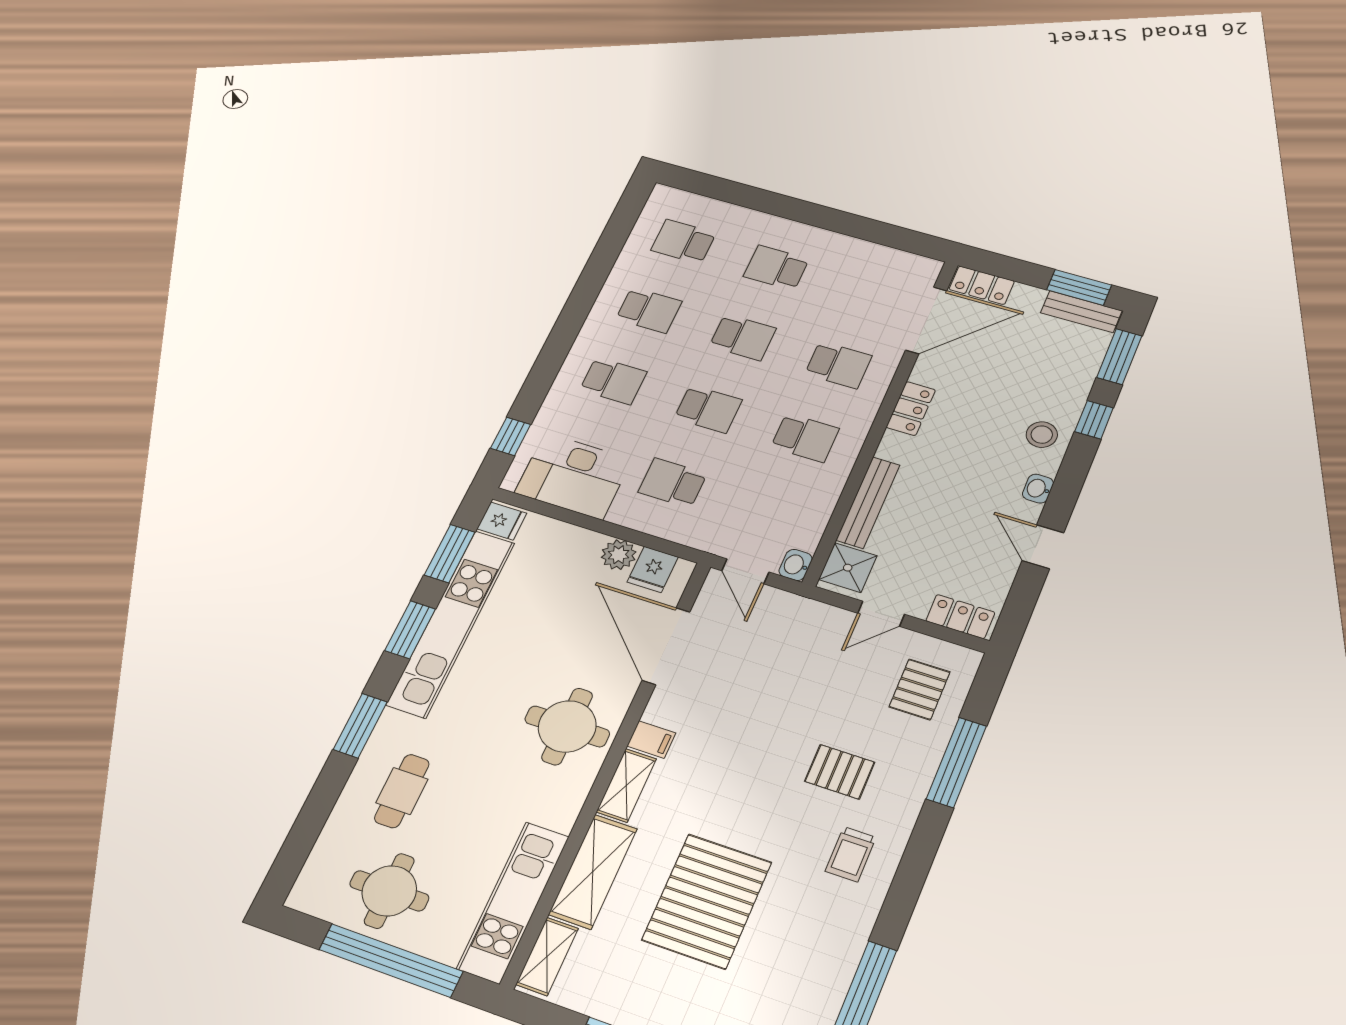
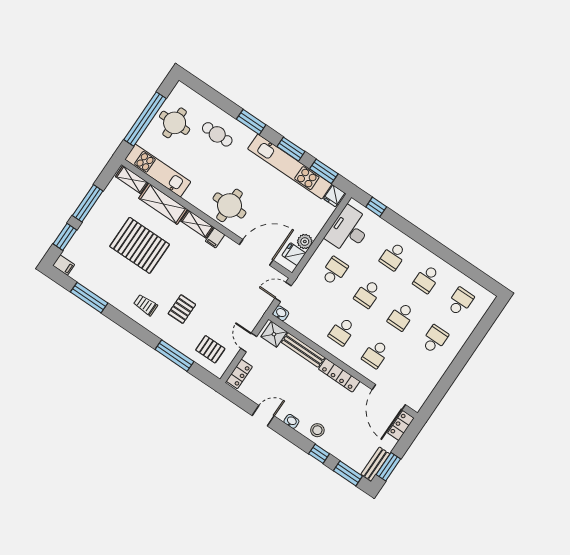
locker: (911, 408) -> (339, 375), width x1.53

